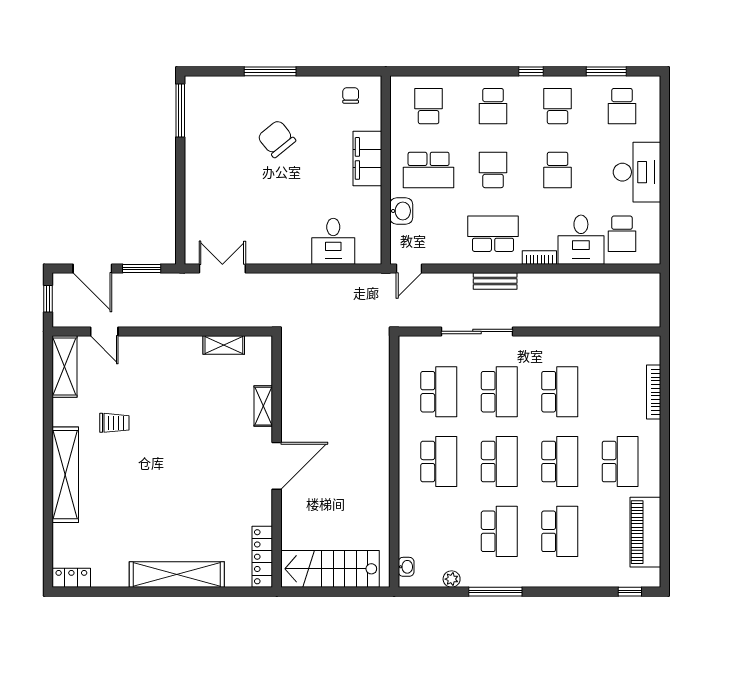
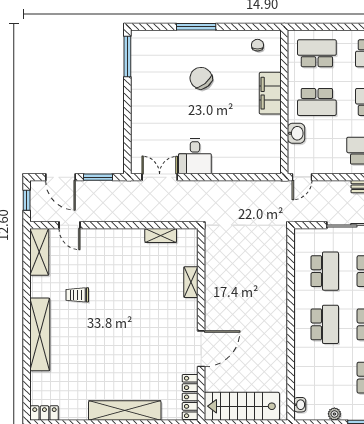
school desk: (429, 106) -> (317, 53), width x1.85
desk: (333, 241) -> (195, 156), moved
trolley: (114, 423) -> (77, 295), turned 180
door: (277, 466) -> (201, 349), moved

